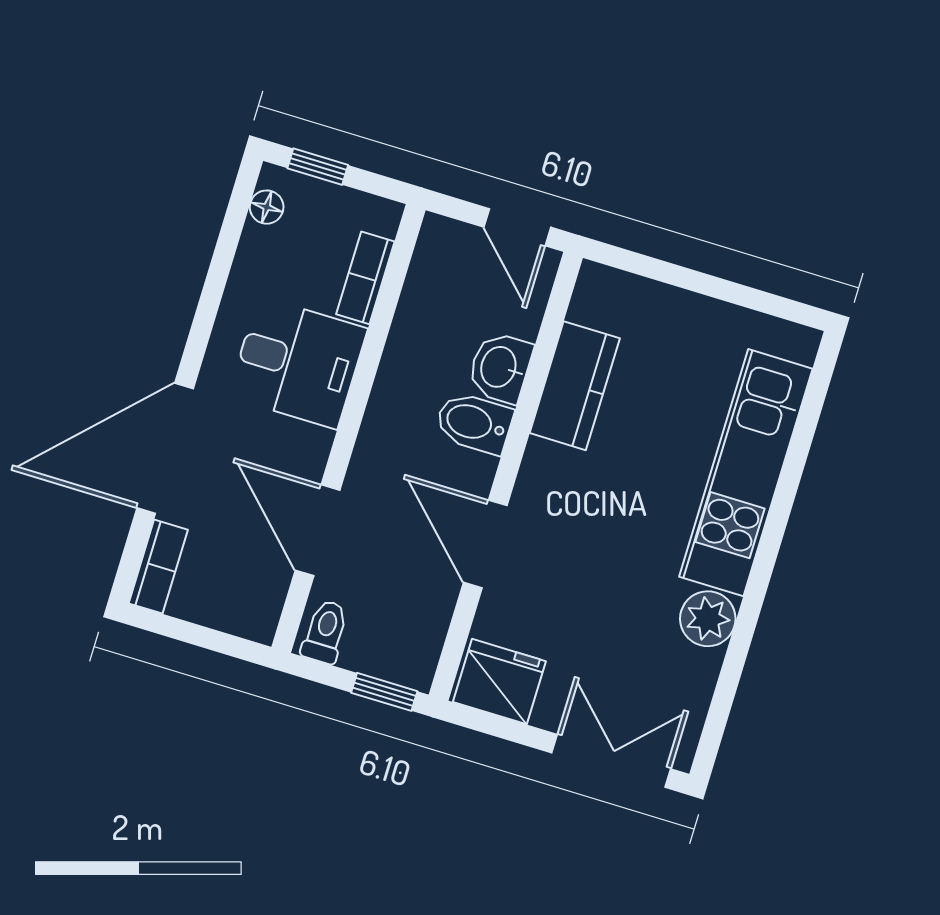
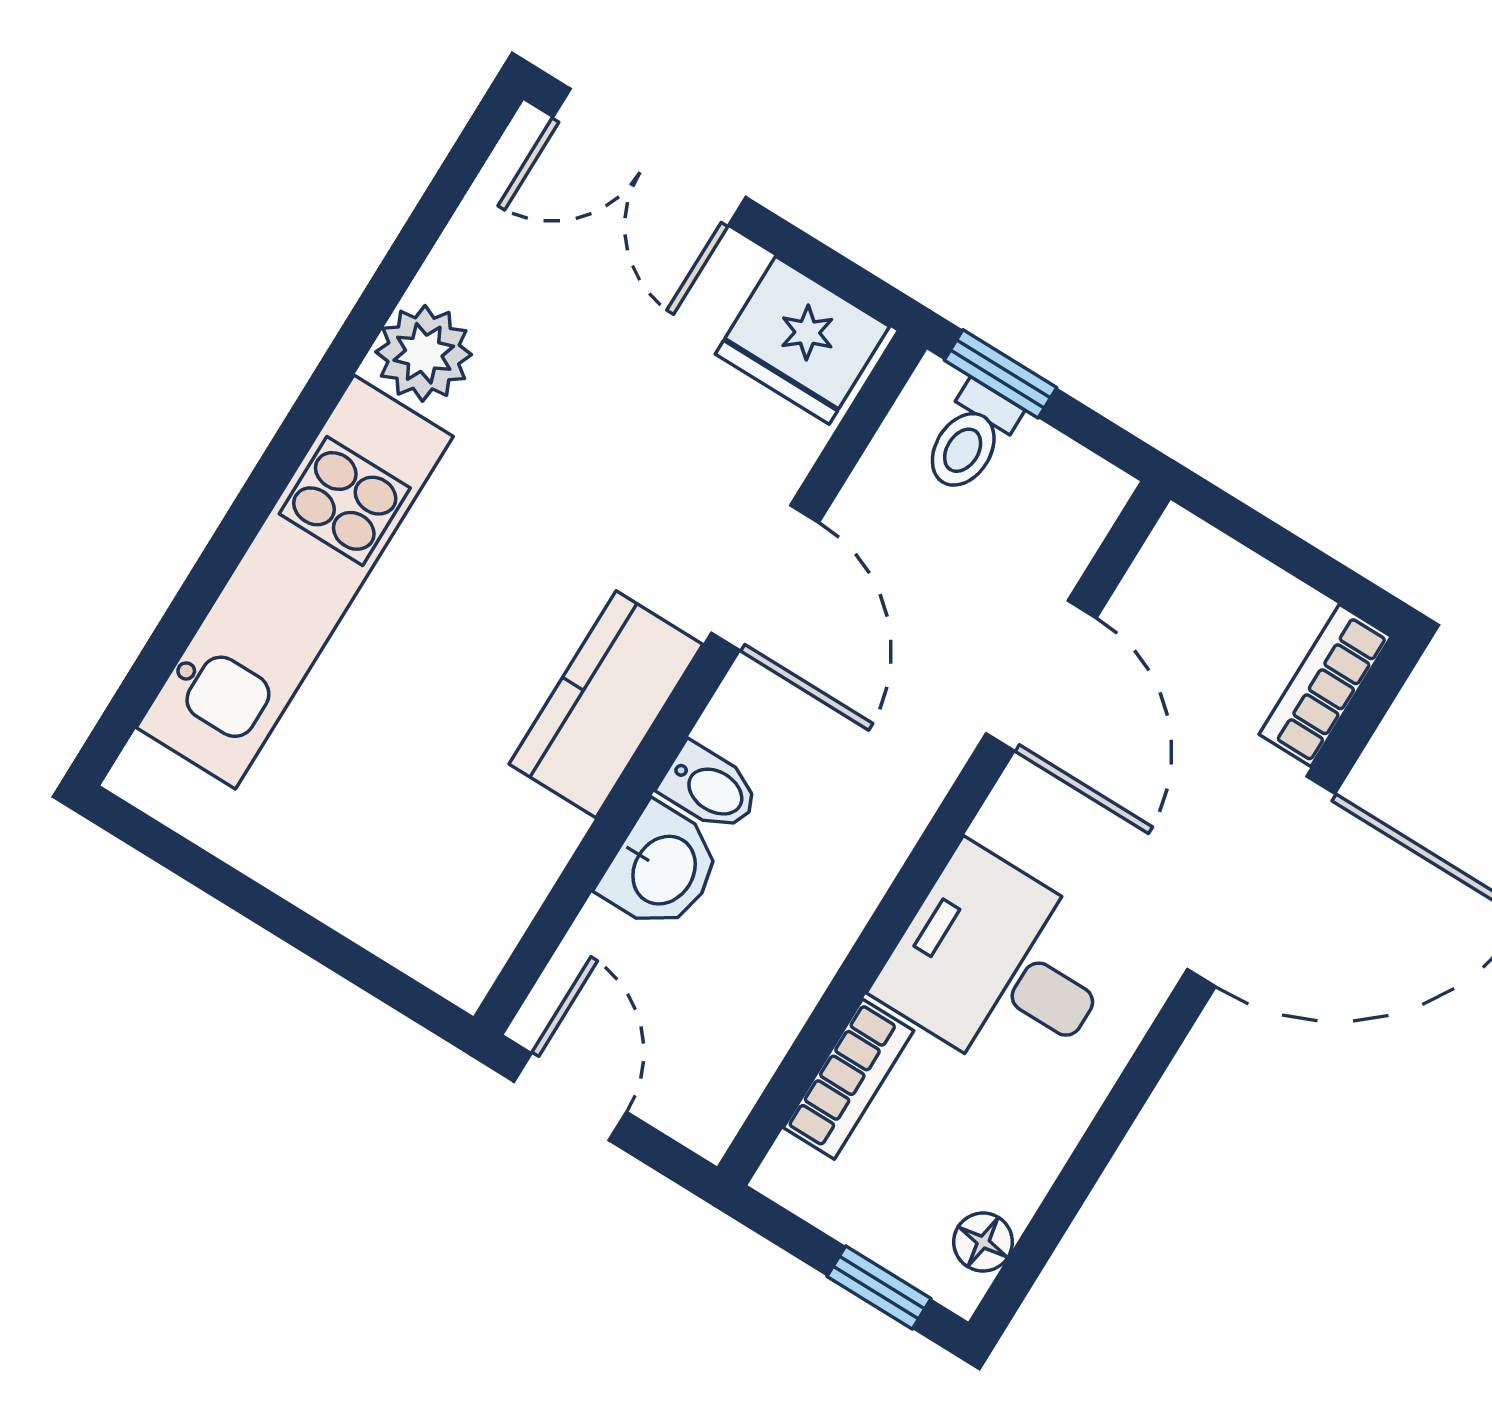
kitchen counter: (575, 386) -> (606, 704), moved
bidet: (474, 423) -> (710, 788), width x0.72, depth x0.74
toilet: (325, 632) -> (970, 438), moved

